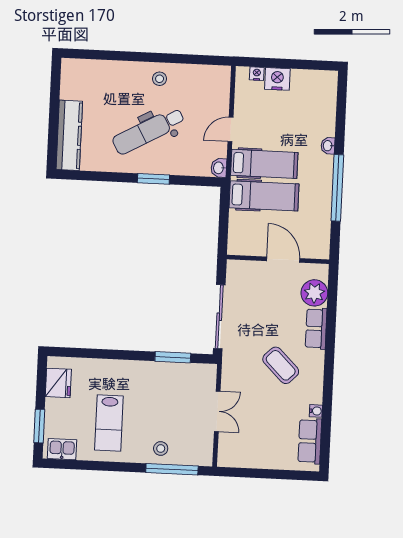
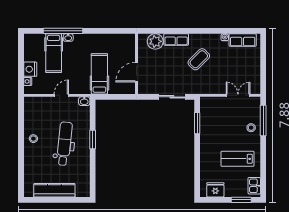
door: (230, 129) -> (61, 95), swing flipped
dental chair: (148, 131) -> (64, 144), turned -145
kitchen counter: (69, 135) -> (54, 190), moved
hospital bed: (264, 164) -> (54, 53), moved, turned 180
window: (337, 188) -> (63, 31), moved
door: (283, 260) -> (136, 72), moved
sliding door: (219, 317) -> (172, 97), width x0.73
double door: (217, 411) -> (238, 95), moved
lab bench: (109, 423) -> (237, 159), turned 180

